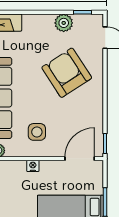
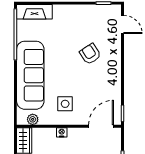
plant: (64, 23) -> (88, 12), removed
armchair: (67, 73) -> (90, 54), width x0.53, depth x0.53

